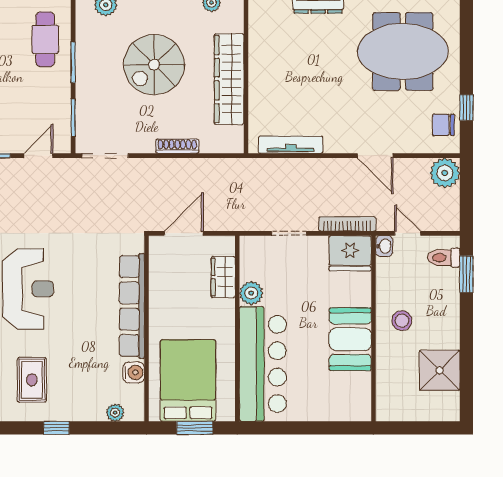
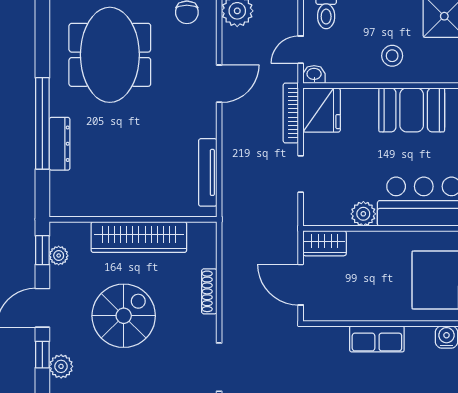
spiral stairs: (154, 65) -> (124, 316), turned -90
wardrobe: (223, 277) -> (325, 243), moved
row of seats: (132, 306) -> (377, 339), width x0.50

